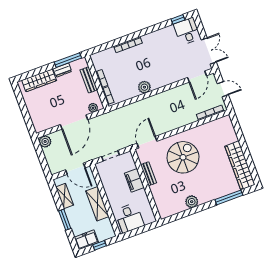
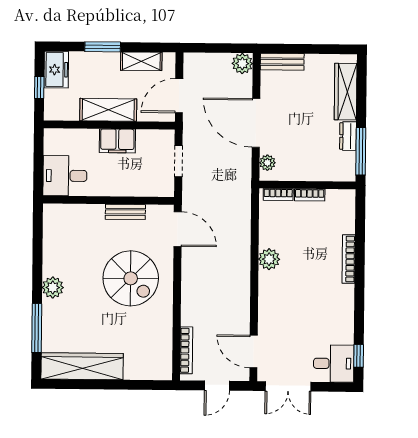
bench: (89, 80) -> (282, 62), moved
filing cabinet: (134, 180) -> (117, 141), moved, turned 180
plant: (192, 202) -> (53, 287), moved
desk: (129, 218) -> (65, 176), moved

